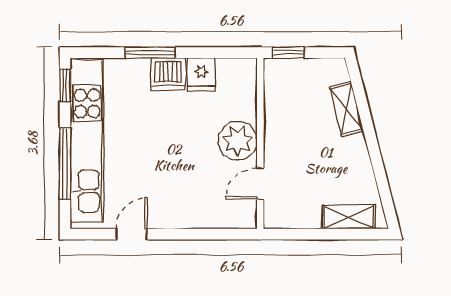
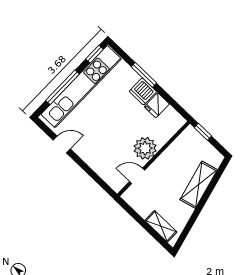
shelving: (346, 109) -> (199, 185), width x1.50, depth x1.33

